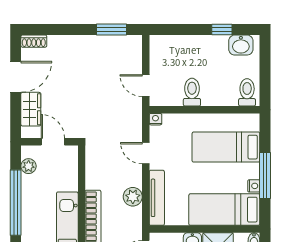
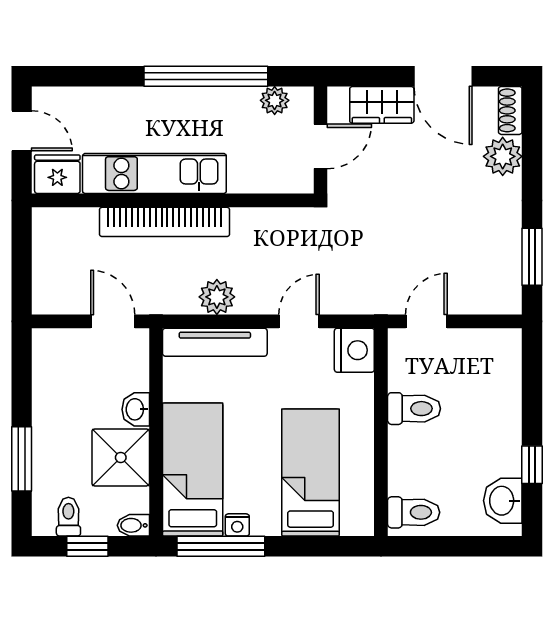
plant: (58, 45) -> (503, 156), added
nightstand: (155, 119) -> (354, 350), width x1.89, depth x1.79
window: (265, 175) -> (221, 546), moved

